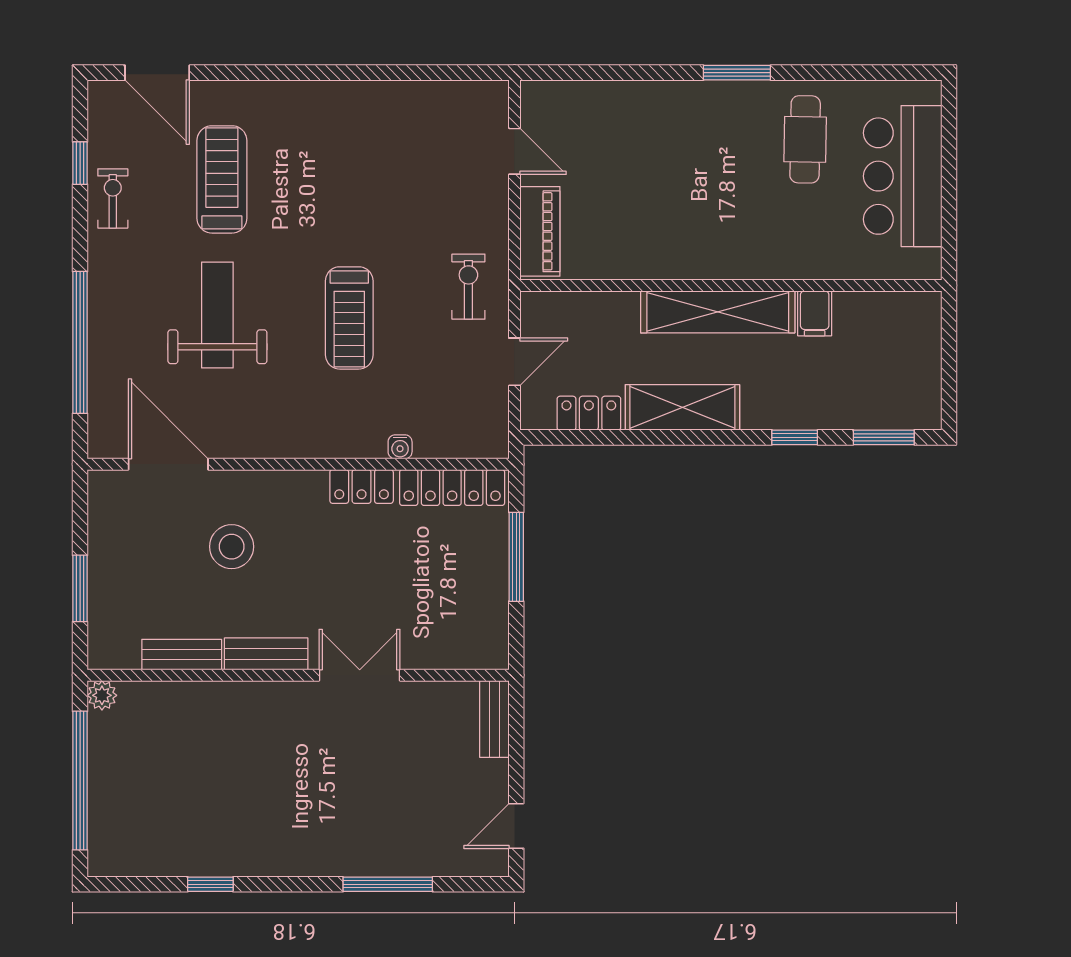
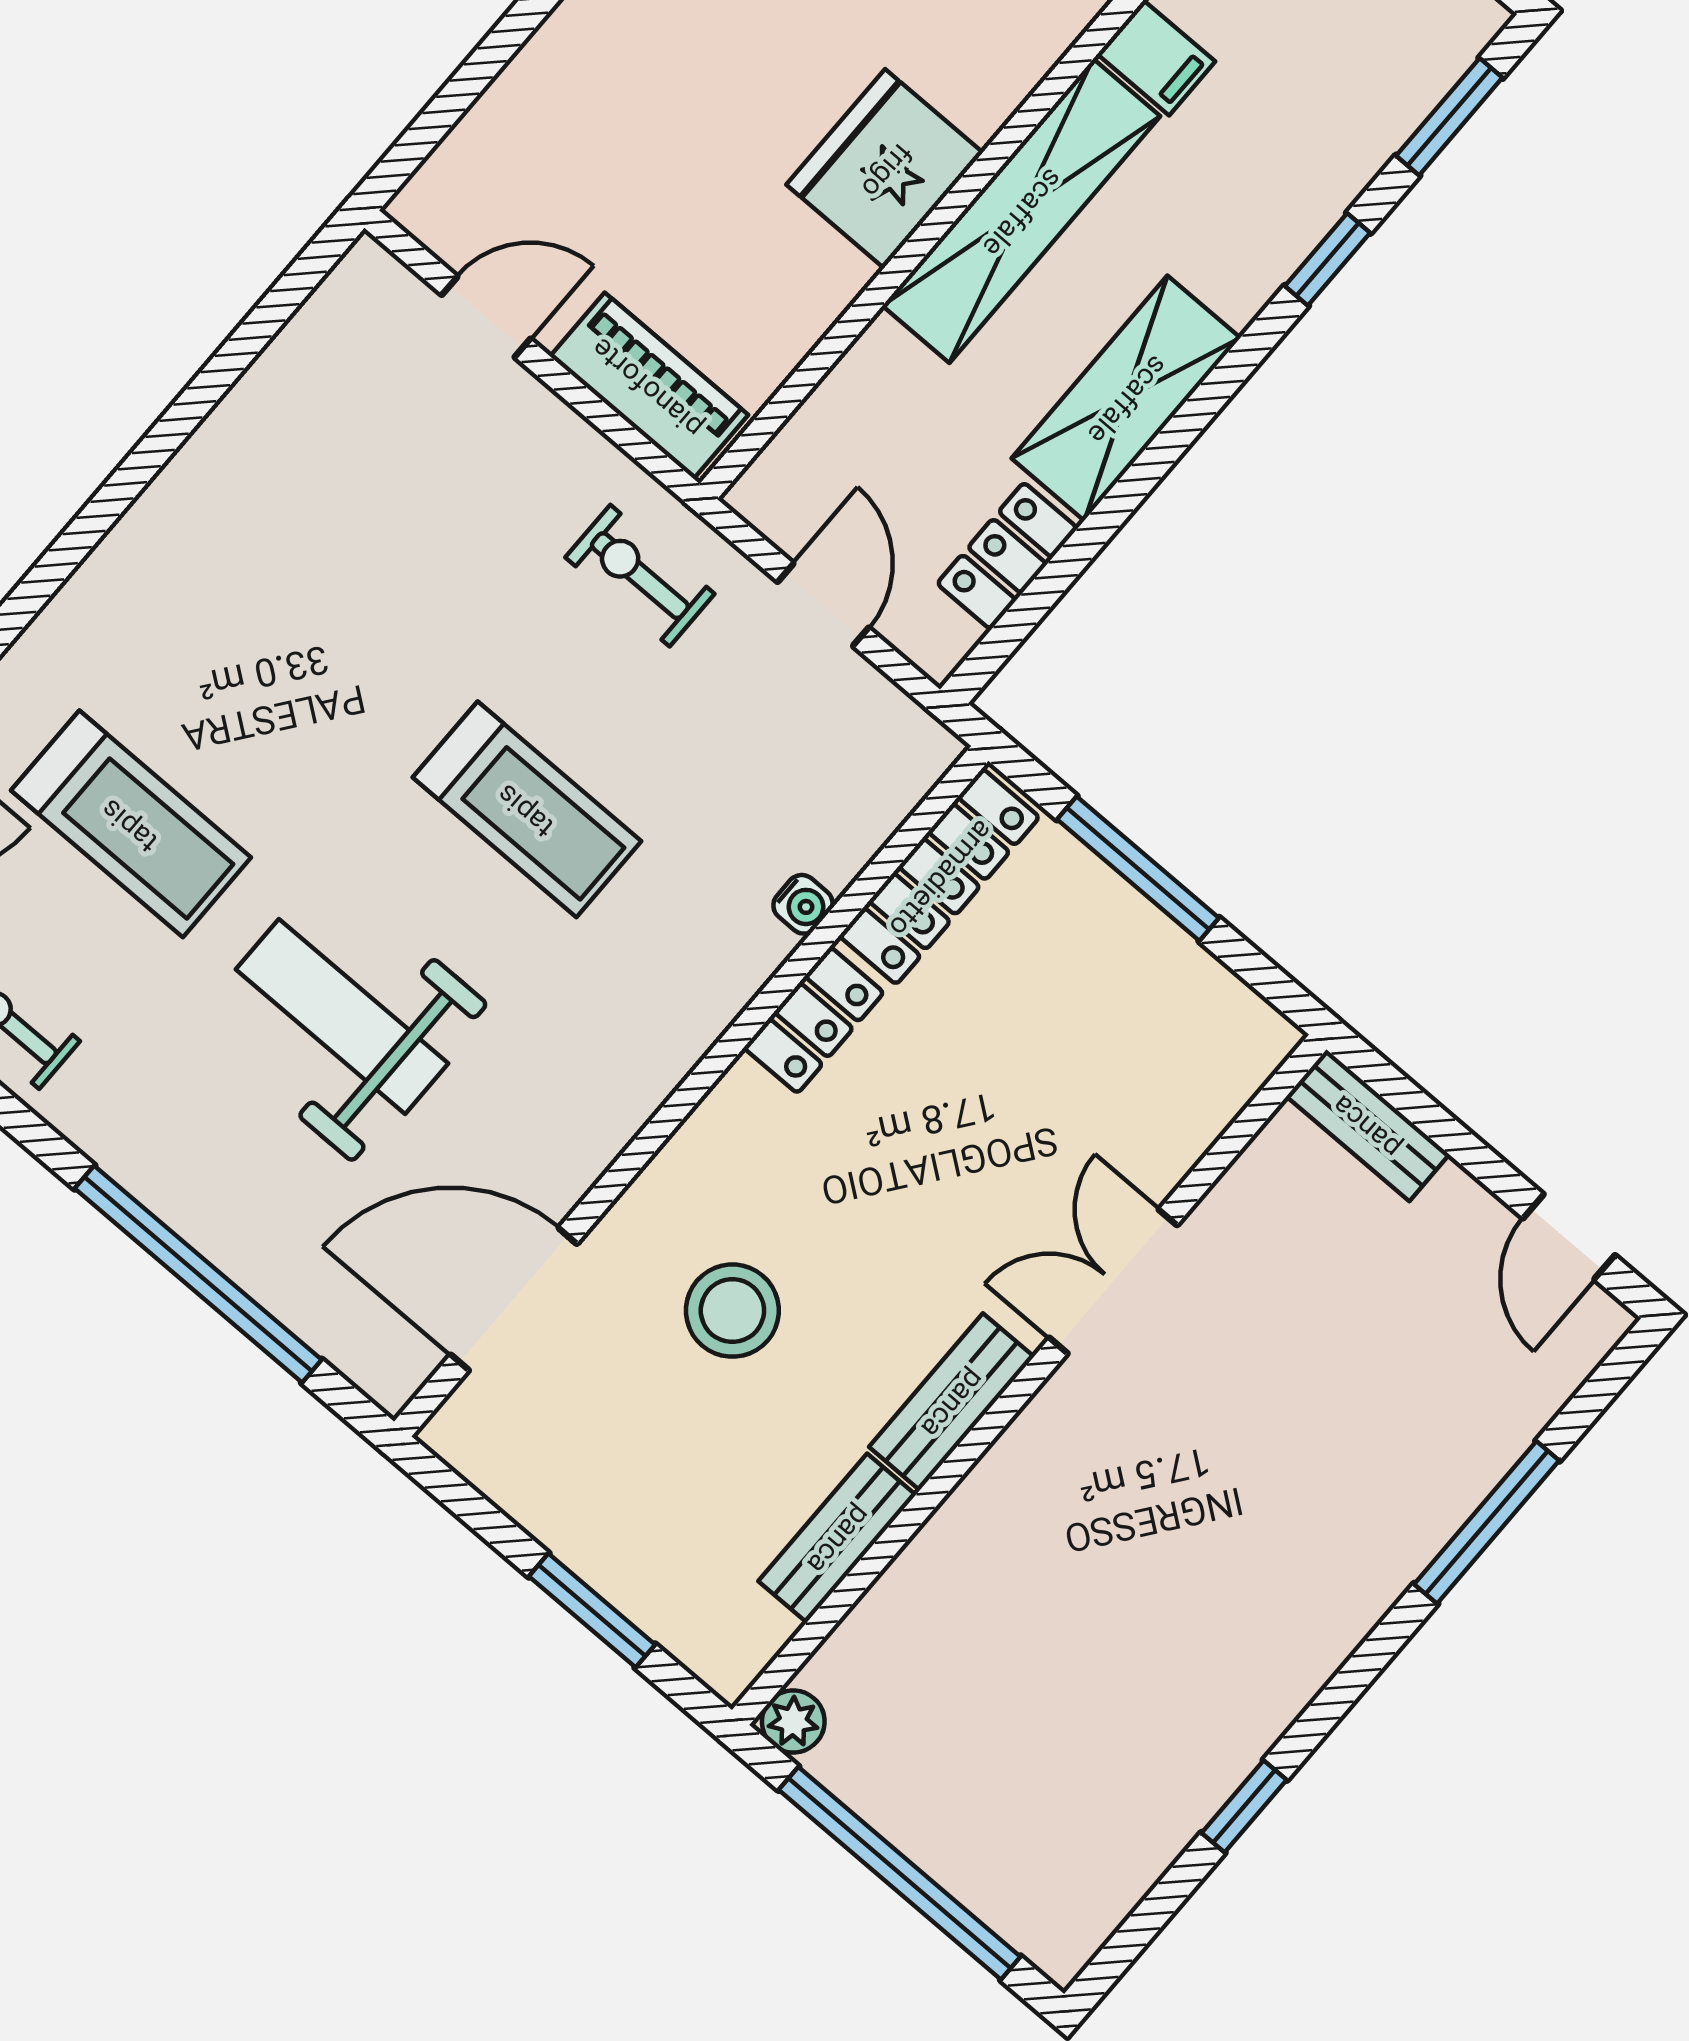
treadmill: (222, 179) -> (131, 824), turned 180
fridge: (691, 249) -> (885, 169), added

